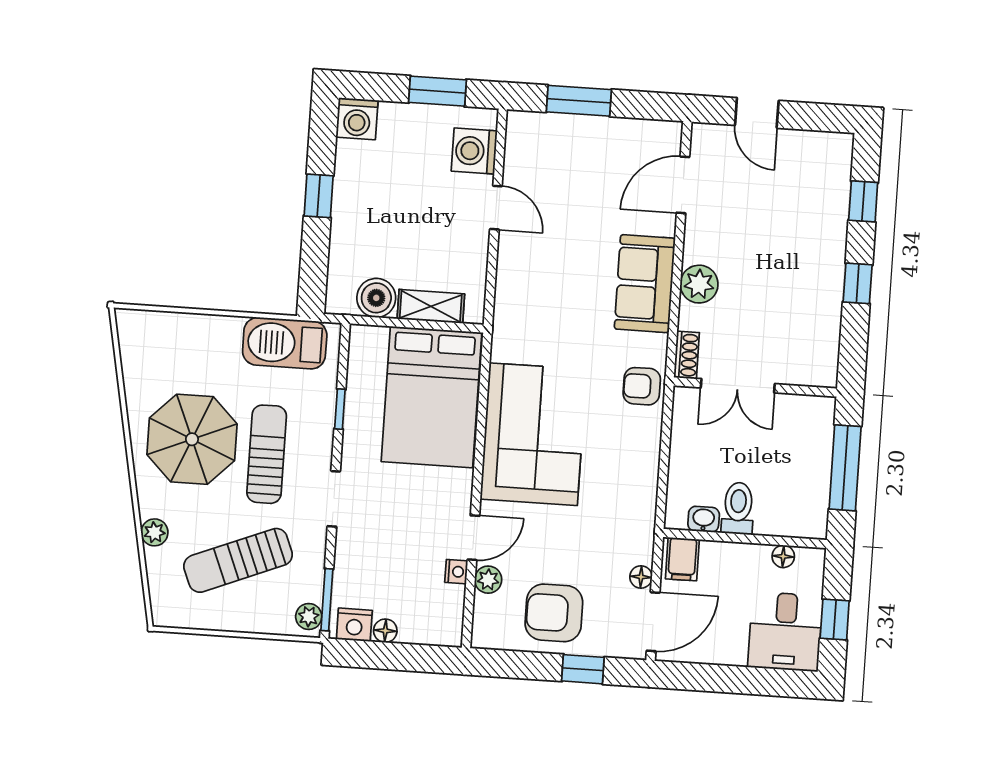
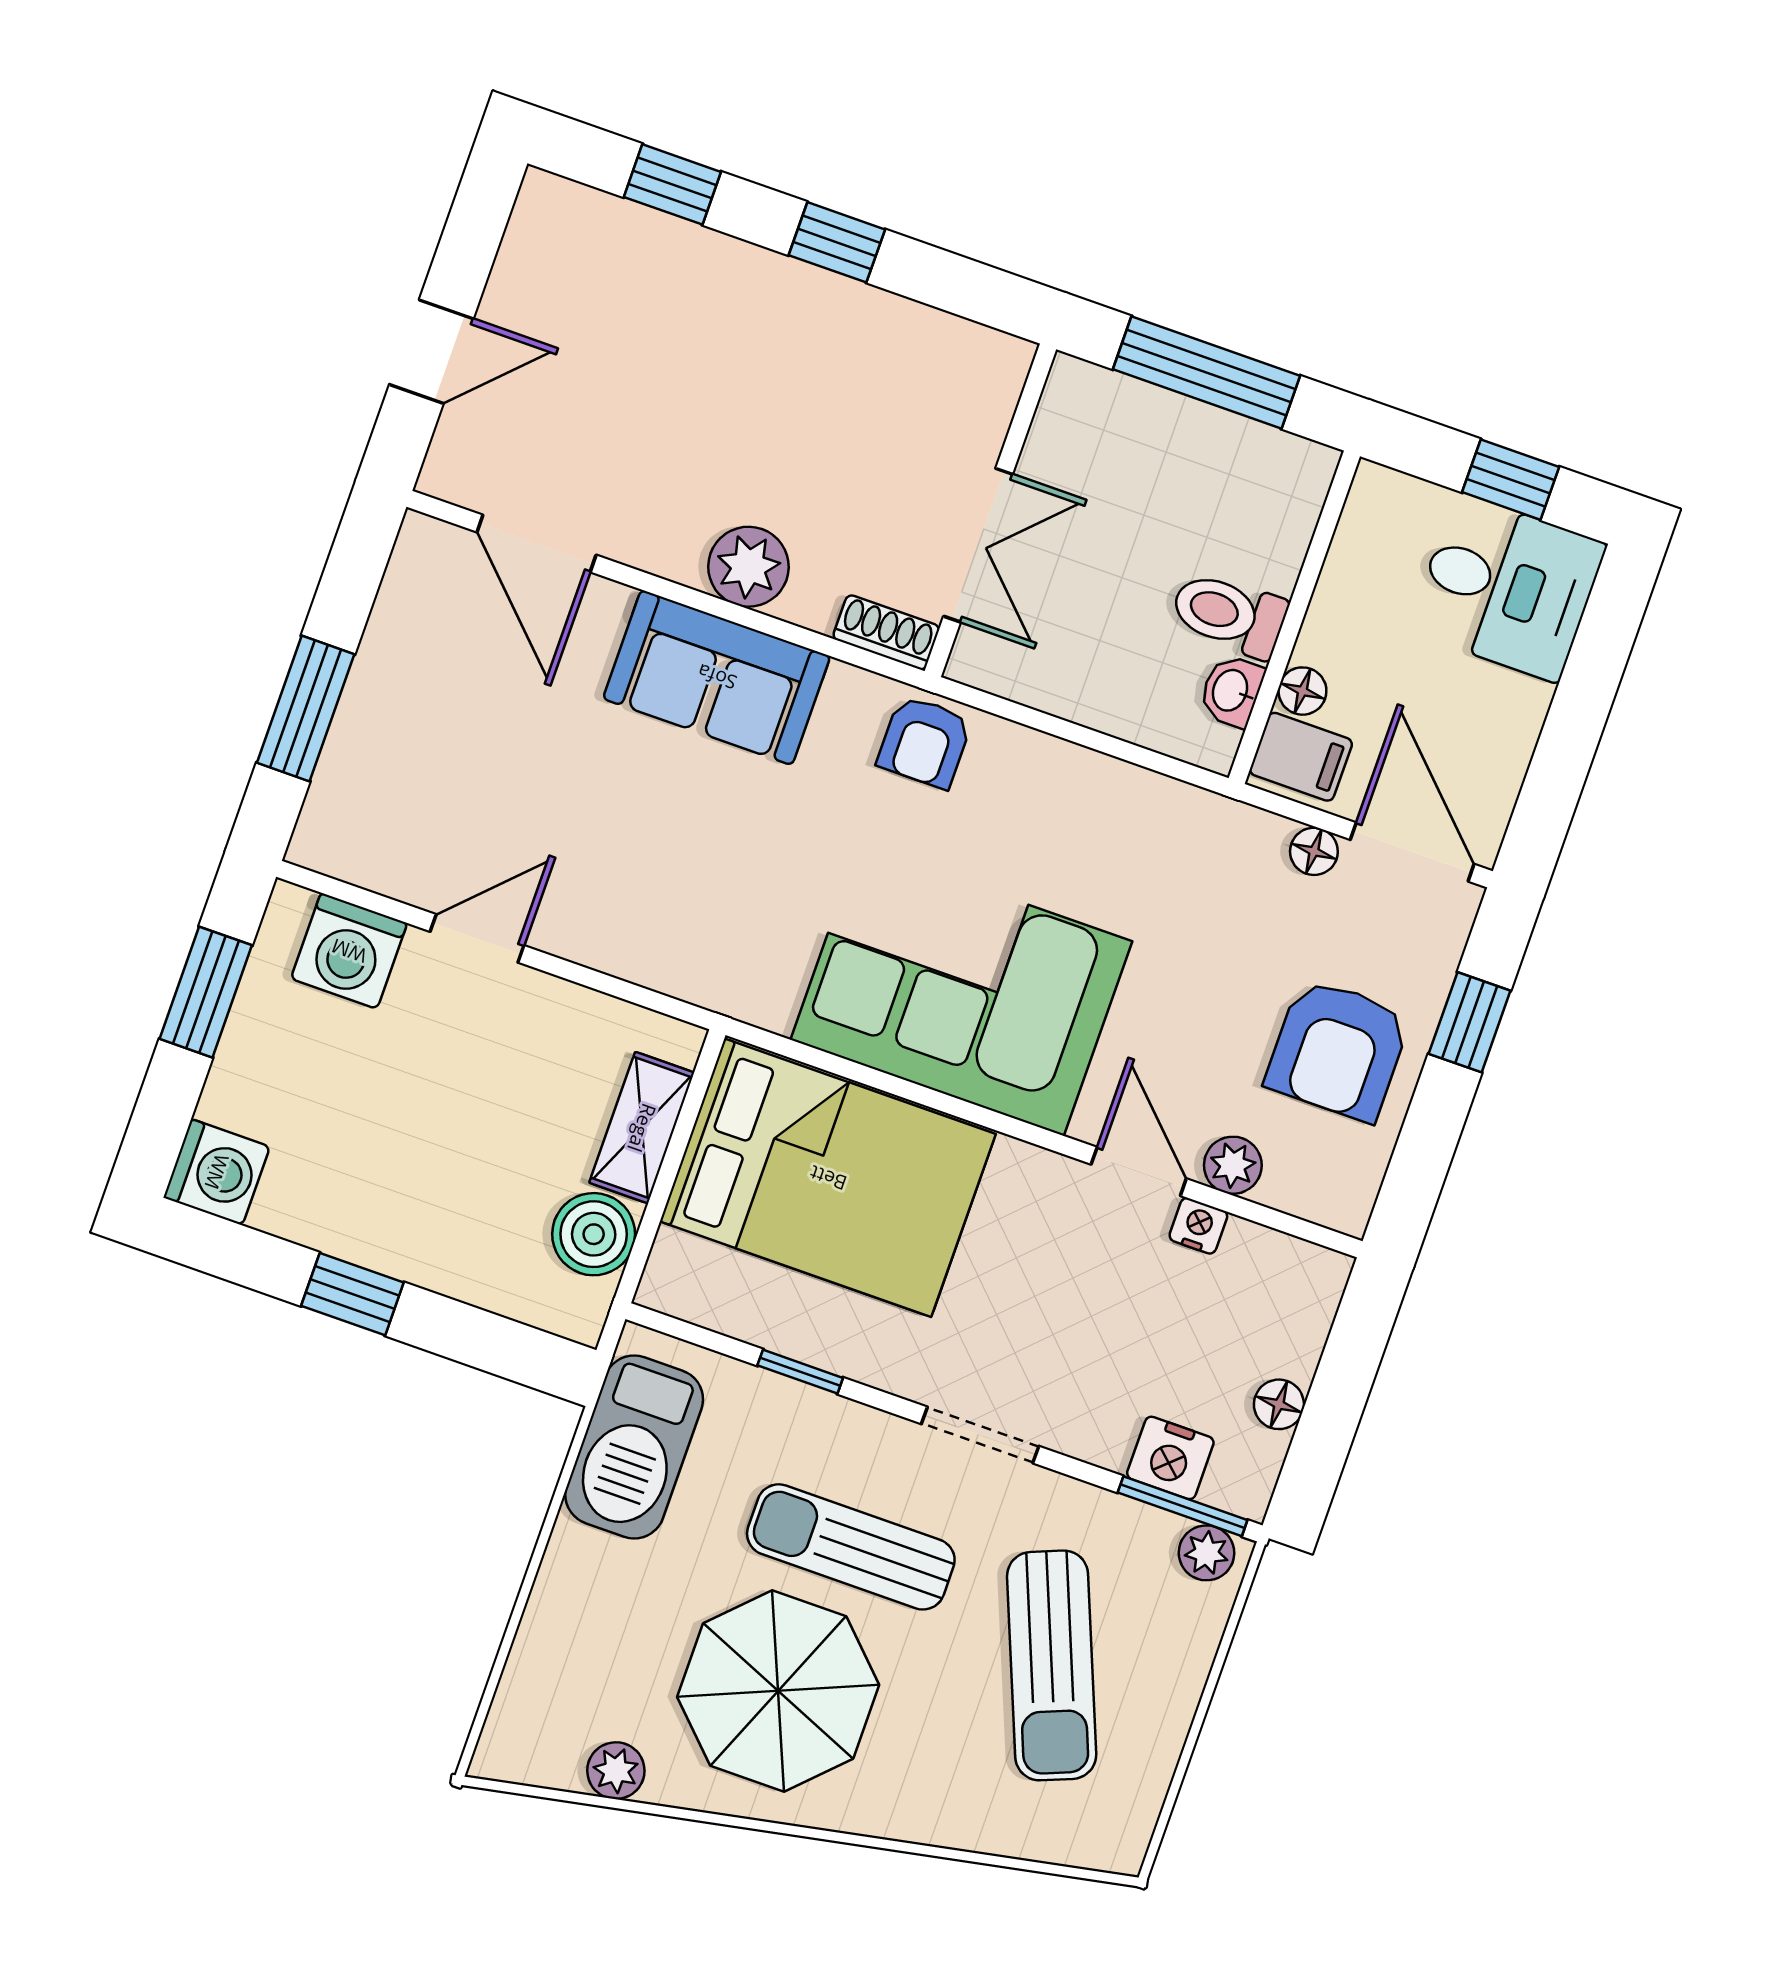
plant: (155, 532) -> (616, 1771), moved
floor lamp: (783, 556) -> (1302, 691), moved
nightstand: (354, 625) -> (1170, 1458), moved, turned 90

